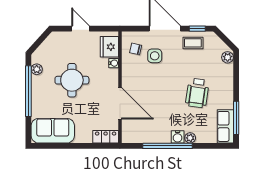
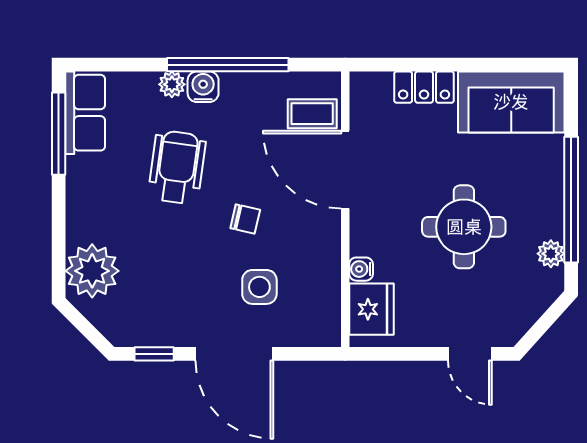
door: (80, 29) -> (470, 354), moved
coffee table: (193, 43) -> (312, 114), moved
chair: (136, 49) -> (245, 219), moved
plant: (228, 57) -> (92, 271), width x1.87, depth x1.87
wheelchair: (197, 93) -> (177, 167), moved
locker: (106, 137) -> (424, 87), moved

